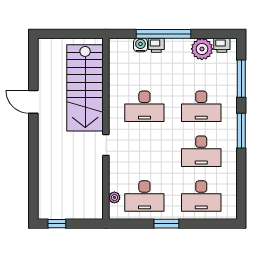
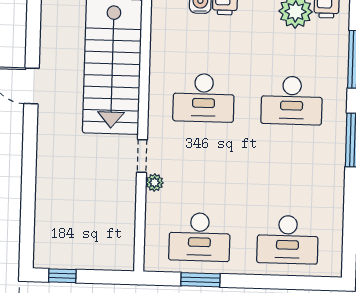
desk: (201, 151) -> (290, 170), removed
plant: (114, 197) -> (155, 182), moved
window: (166, 224) -> (200, 280), moved

